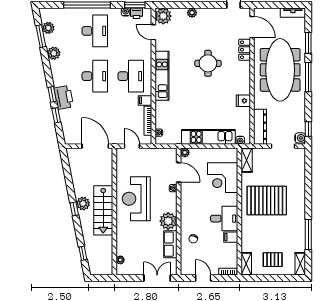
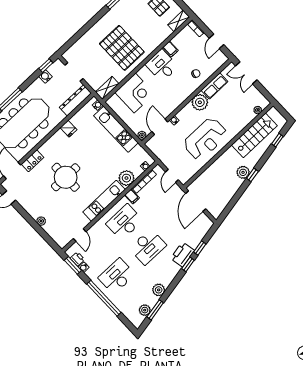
plant: (163, 16) -> (126, 178), moved
round table: (208, 63) -> (66, 177), width x1.36, depth x1.36
desk: (95, 76) -> (148, 247), turned 180
water cooler: (300, 138) -> (45, 77), moved
stairs: (103, 210) -> (254, 135), moved

